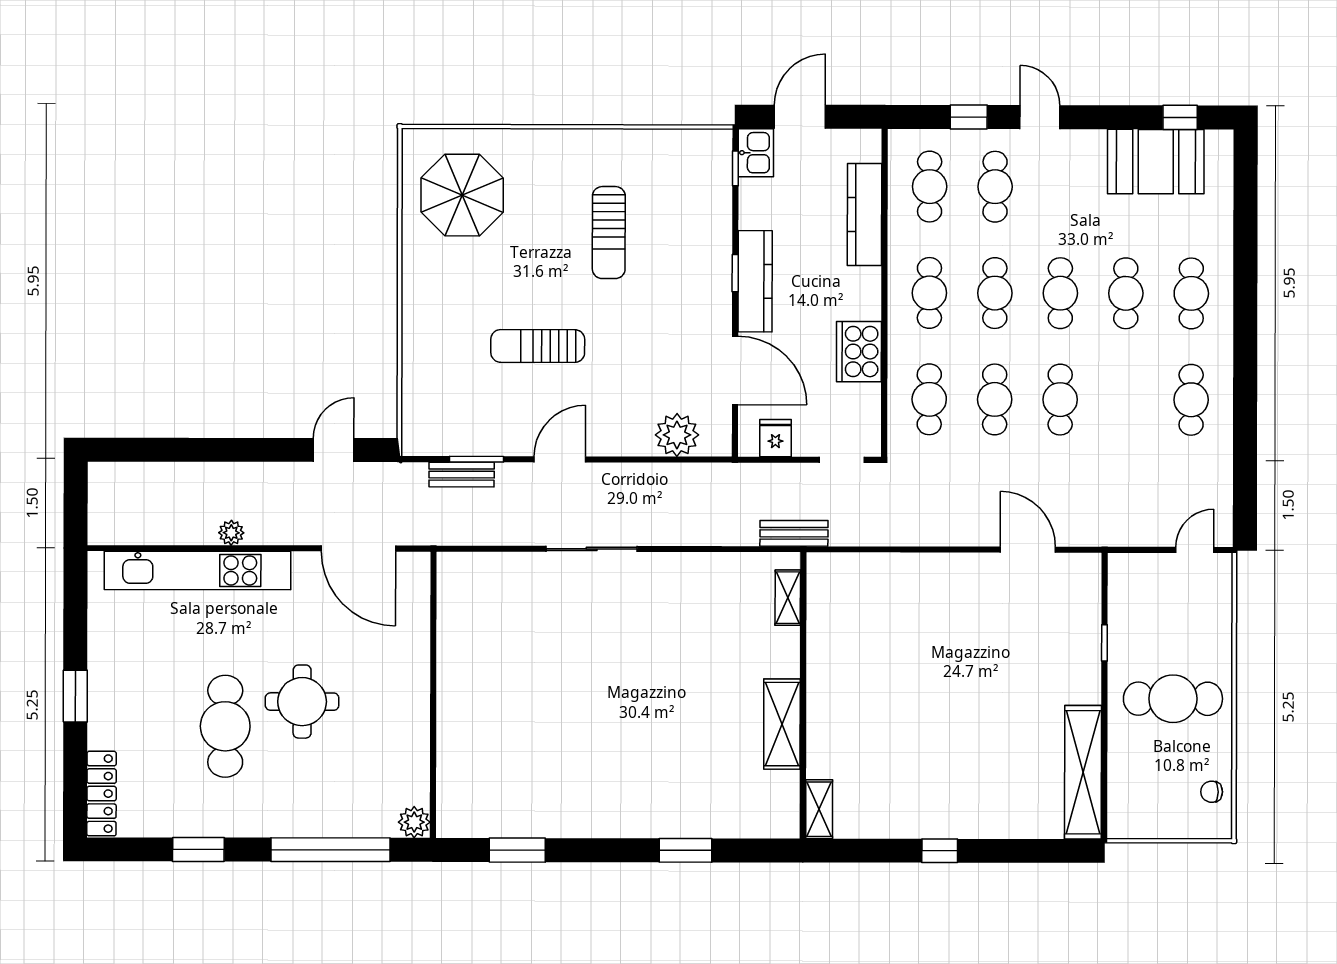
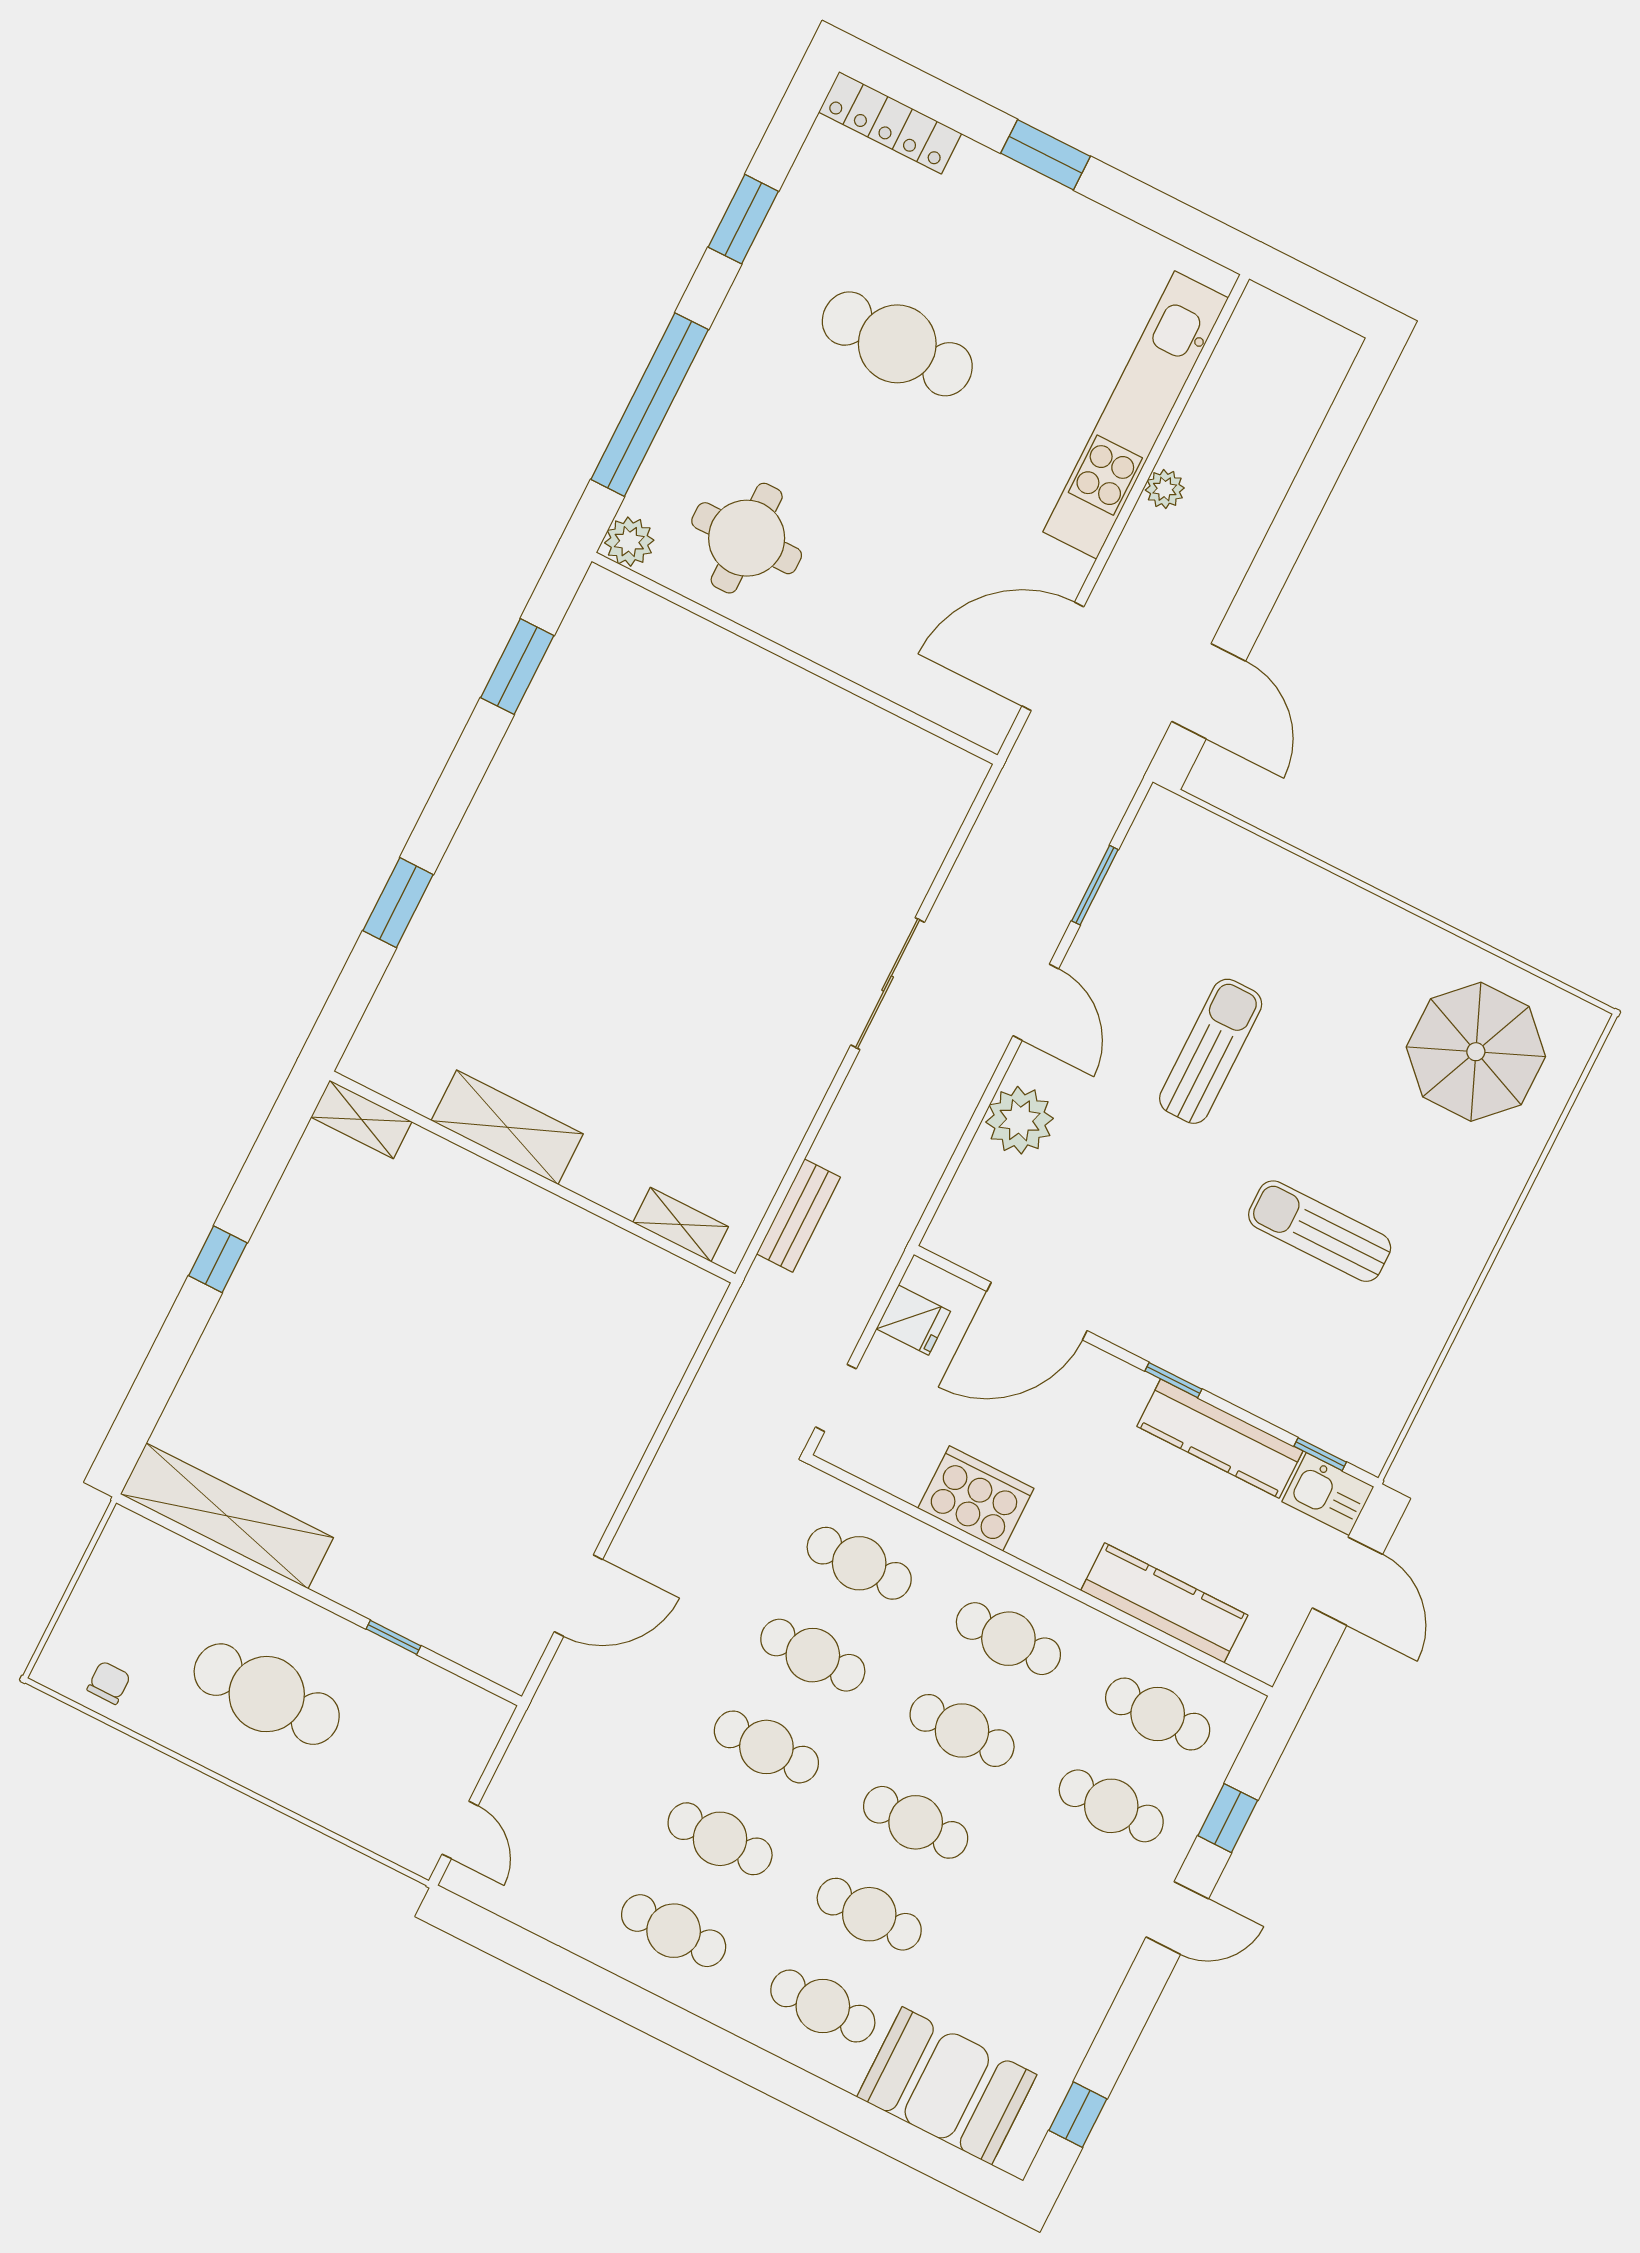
booth: (1156, 162) -> (947, 2086), moved, turned 90
kitchen counter: (755, 281) -> (1220, 1439), moved
cafe table: (1126, 400) -> (720, 1839), added
plant: (677, 435) -> (1020, 1120), moved
door: (334, 450) -> (1209, 691), width x1.38
bench: (462, 475) -> (1084, 853), removed
bench: (794, 533) -> (798, 1216), moved
cafe table: (1173, 699) -> (267, 1694), turned 90
round table: (302, 702) -> (747, 538), moved

